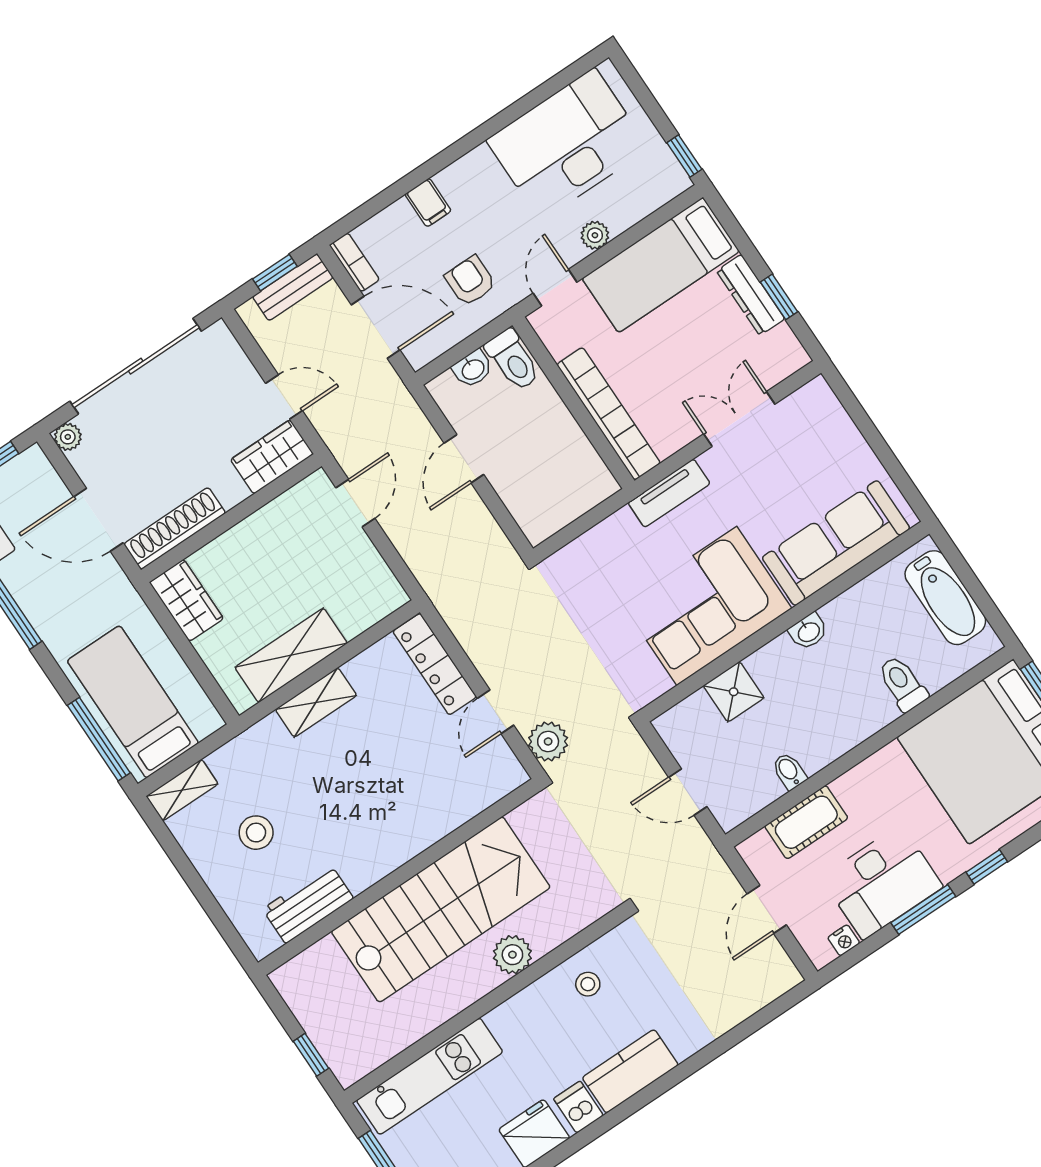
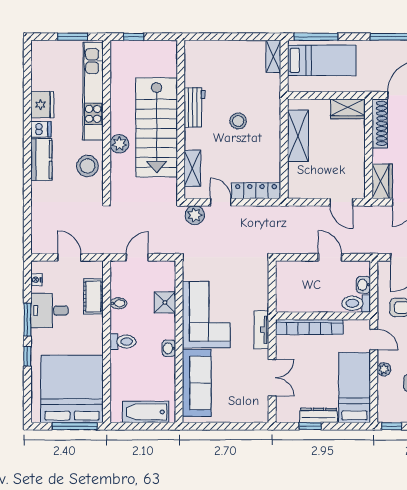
toilet: (902, 684) -> (123, 342), moved
shelving: (316, 702) -> (192, 168), moved
stool: (256, 833) -> (238, 121), moved
desk: (882, 882) -> (49, 311), width x0.73
workbench: (308, 904) -> (194, 107), moved
stool: (588, 984) -> (87, 166), width x1.89, depth x1.89
kitchen unit: (430, 1076) -> (93, 91), width x1.36

